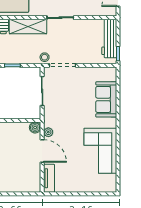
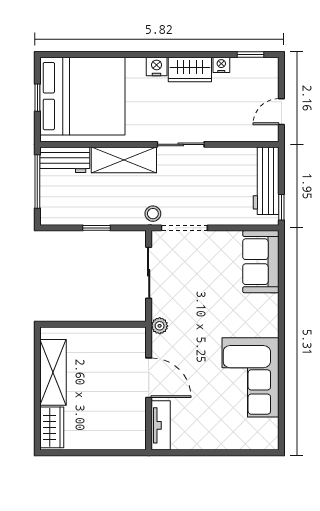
sofa: (106, 99) -> (261, 262), moved
boiler: (35, 127) -> (136, 337), removed
plant: (48, 132) -> (160, 326), moved

